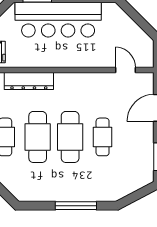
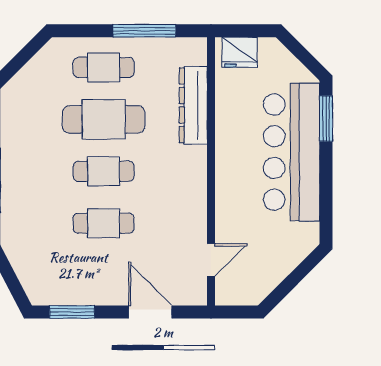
cafe table: (70, 137) -> (104, 171), width x0.73, depth x0.74

